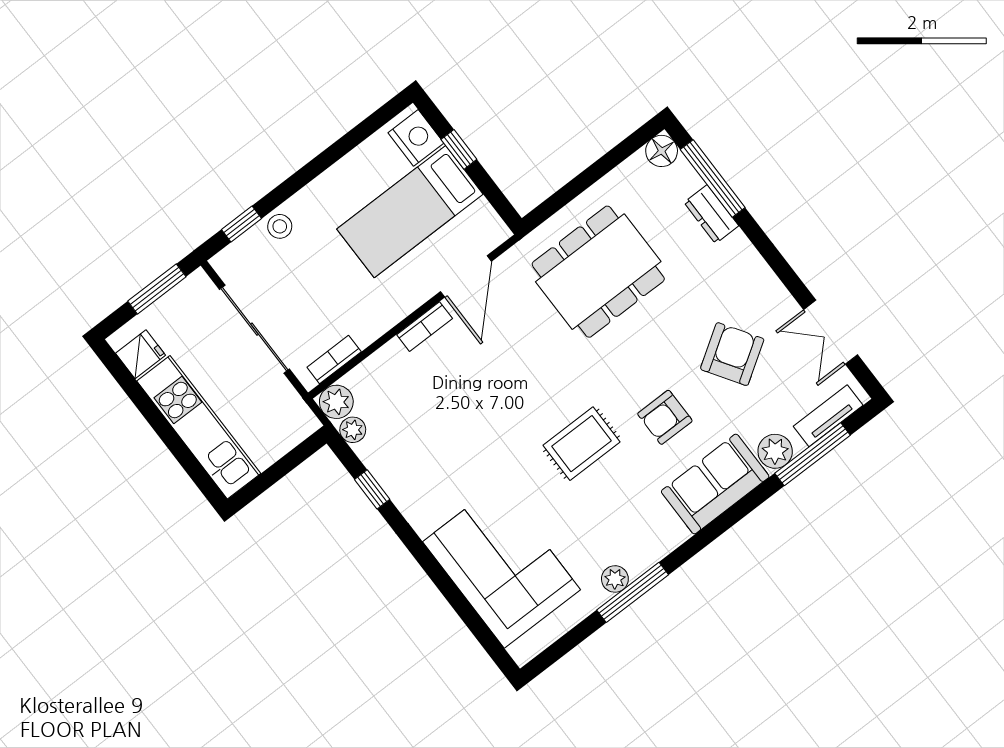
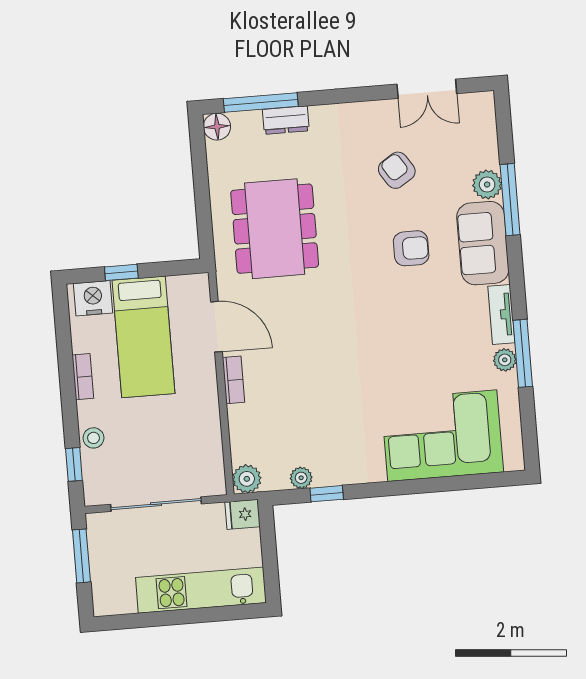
fridge: (140, 354) -> (242, 514), moved, turned -90
armchair: (732, 354) -> (397, 170), width x0.72, depth x0.72
bookcase: (334, 359) -> (83, 377), moved, turned 180
tv unit: (828, 416) -> (501, 314), moved
armchair: (665, 417) -> (411, 248), turned -90
plant: (353, 430) -> (301, 478), moved
rug: (582, 444) -> (391, 321), removed
window: (813, 454) -> (510, 200), moved

